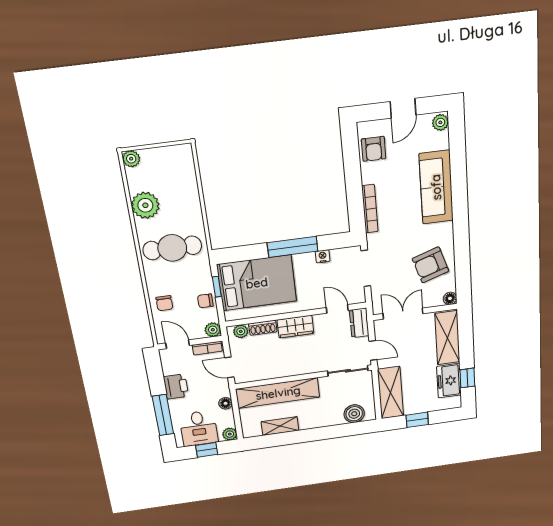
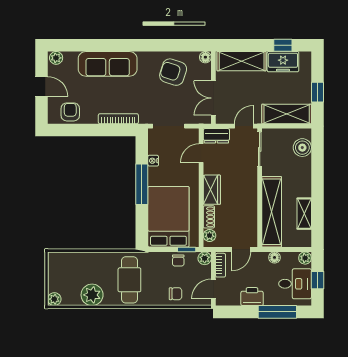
armchair: (374, 149) -> (70, 112), turned -90
armchair: (431, 265) -> (173, 72), turned 126
window: (217, 287) -> (187, 249), moved

